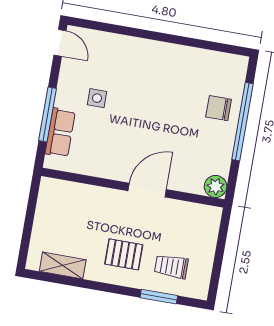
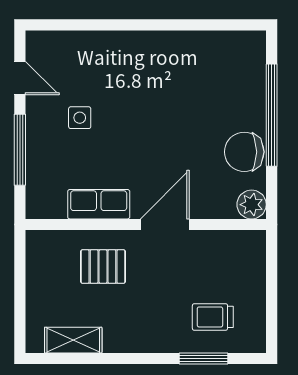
door: (60, 43) -> (20, 78), moved
chair: (219, 108) -> (244, 152), moved, width x1.37, depth x1.37
row of seats: (60, 133) -> (99, 204), moved, turned -90
pallet: (124, 254) -> (103, 267), moved

